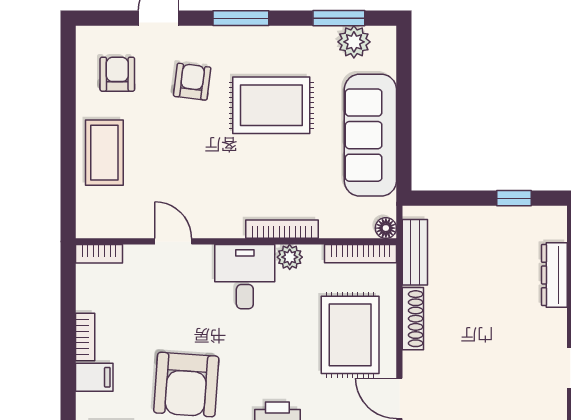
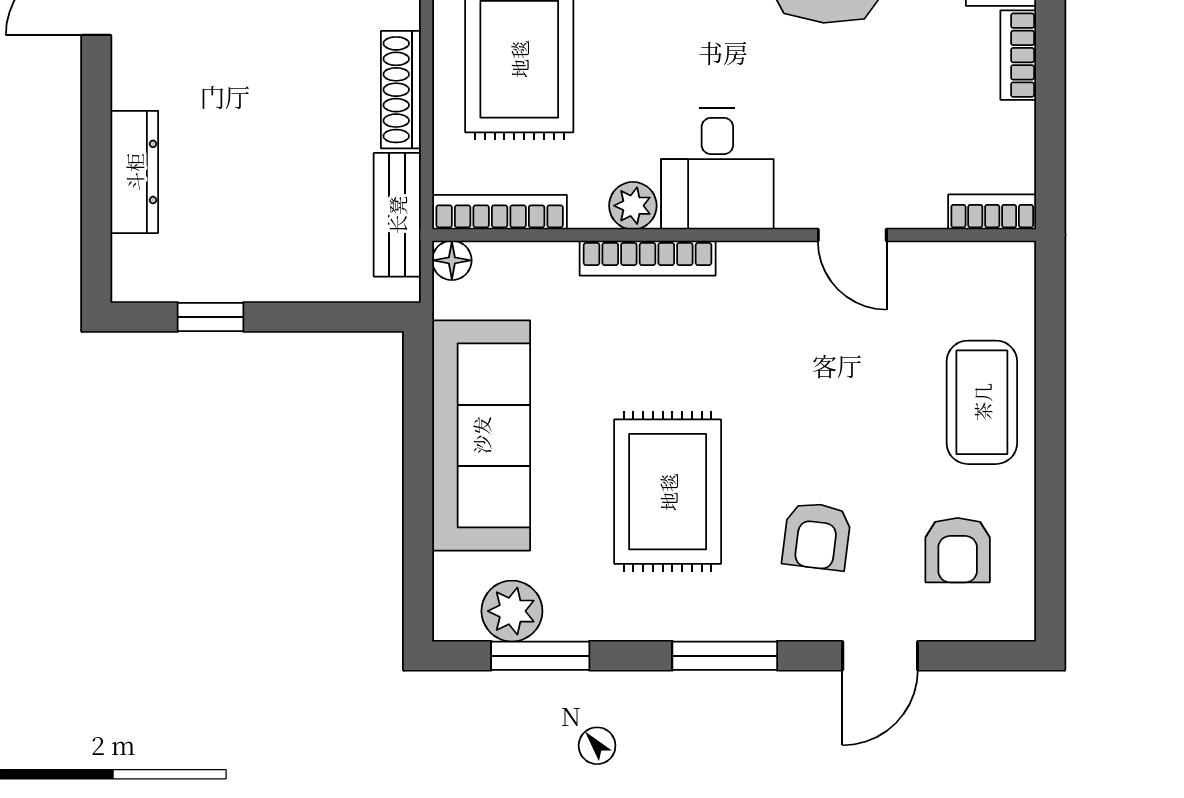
rug: (271, 105) -> (668, 492), turned 90

